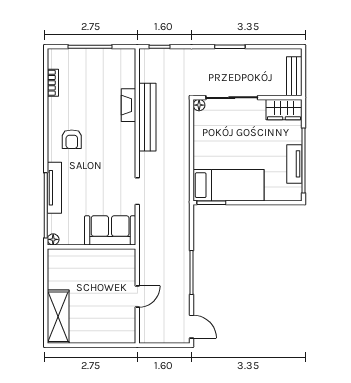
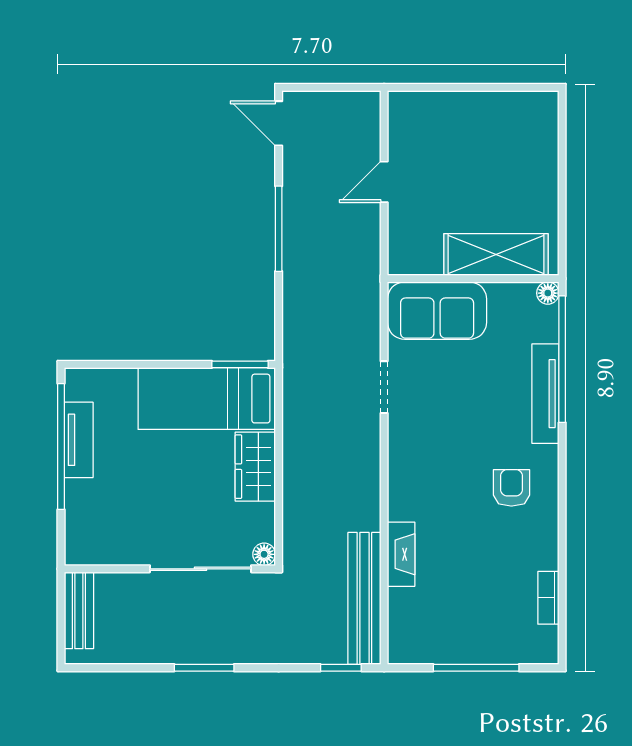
wardrobe: (284, 110) -> (255, 467), moved, turned -90
bench: (147, 117) -> (364, 598), moved
shelving: (58, 317) -> (496, 255), moved, turned 90

